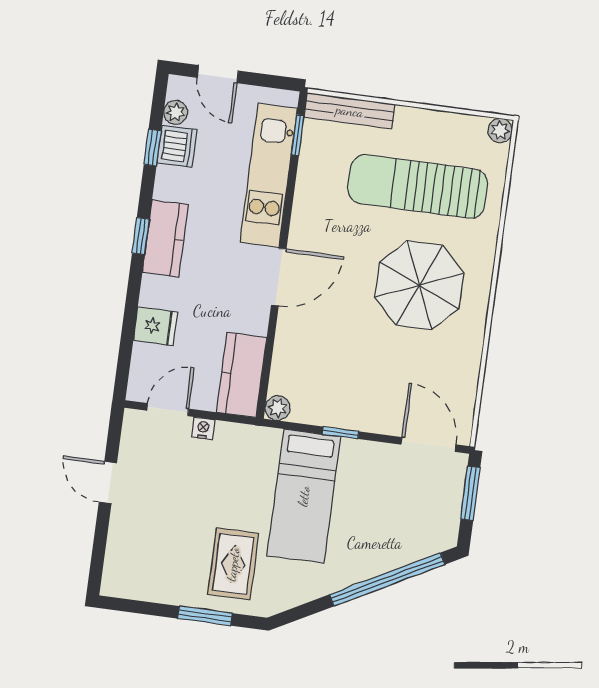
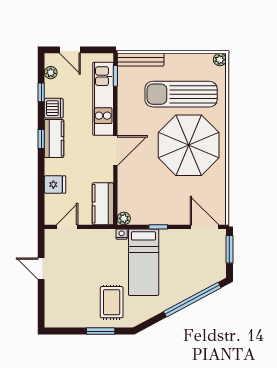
dishwasher: (177, 146) -> (54, 108), moved
parasol: (419, 285) -> (189, 145), width x1.36, depth x1.36
nightstand: (203, 428) -> (122, 234), moved

